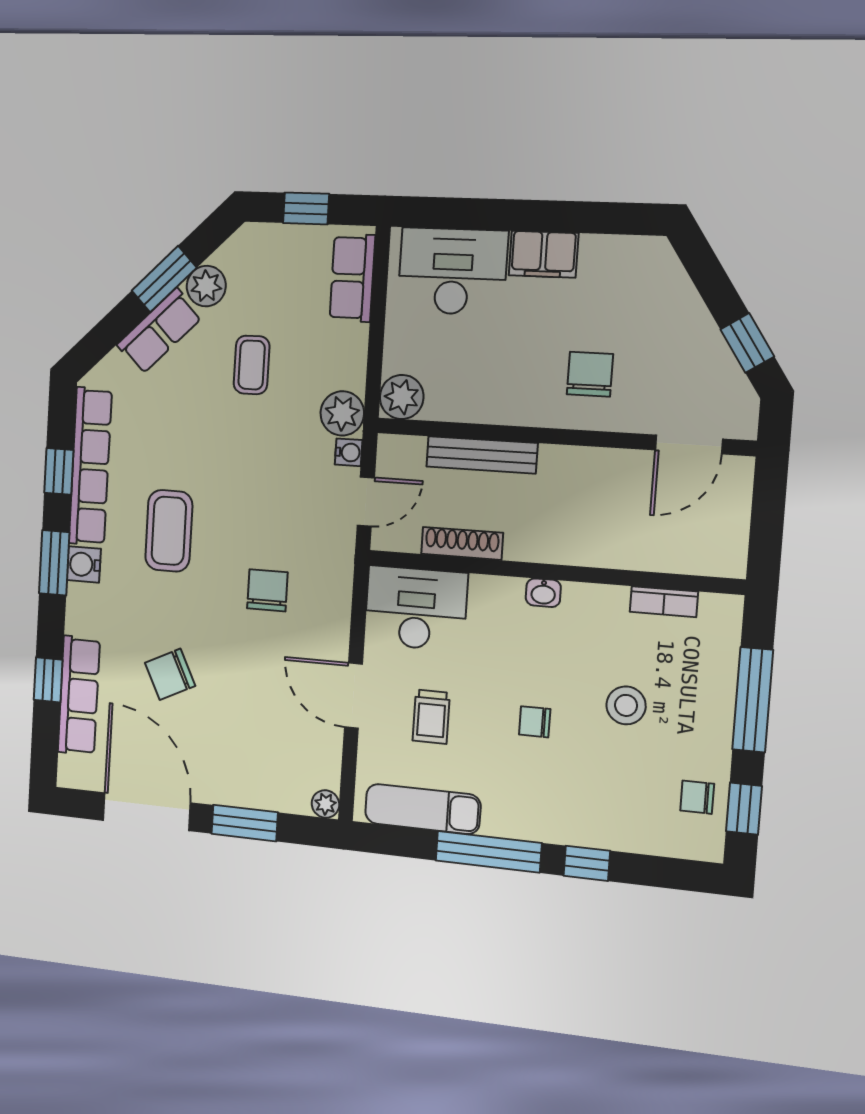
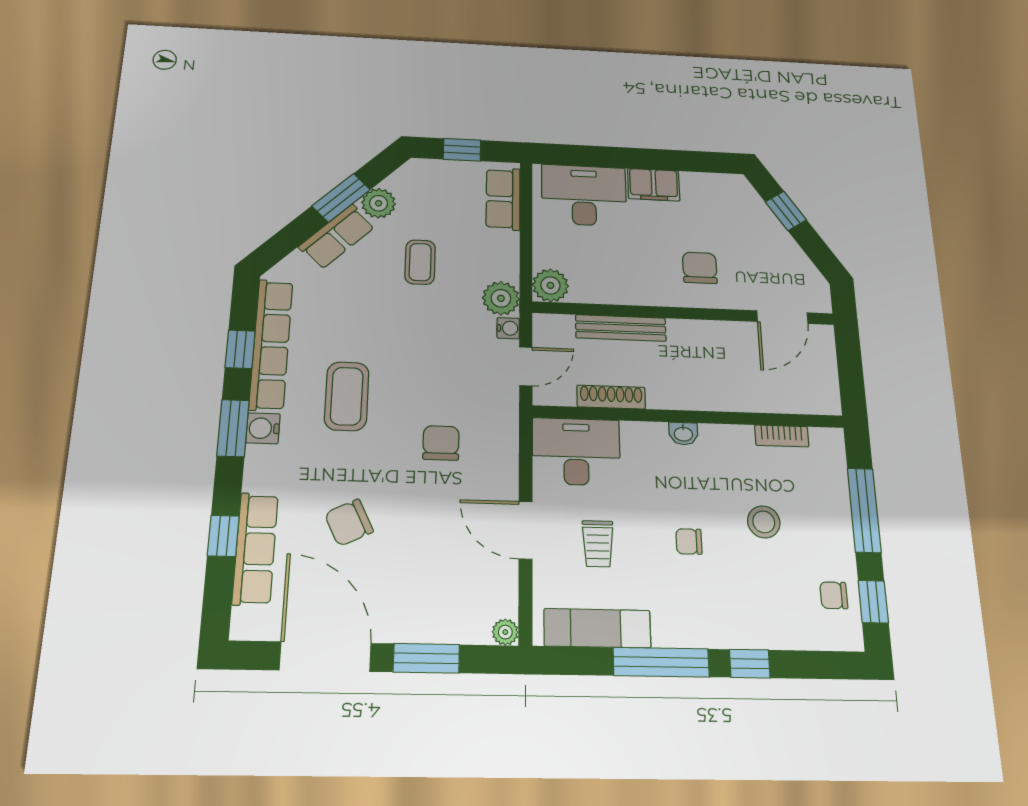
window: (747, 343) -> (786, 211), moved

